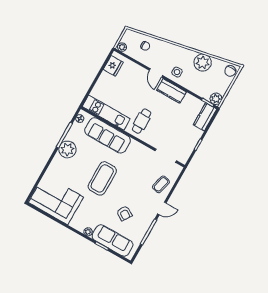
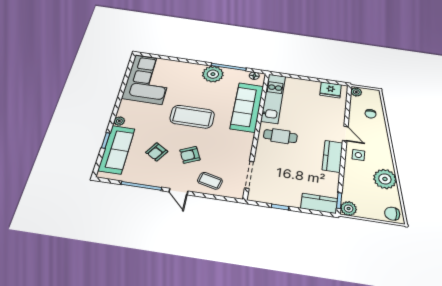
door: (156, 73) -> (345, 134), swing flipped
armchair: (135, 191) -> (190, 155), added

